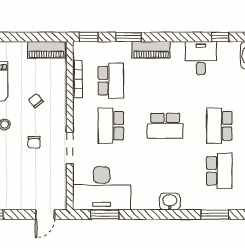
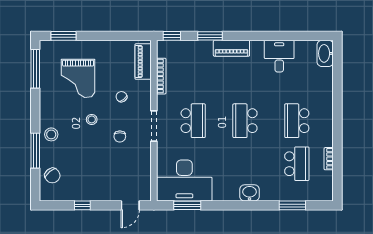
window: (220, 37) -> (298, 36), removed
piano: (46, 50) -> (143, 62), moved, turned 90
school desk: (111, 81) -> (193, 78), removed
school desk: (111, 126) -> (193, 121), turned 180
school desk: (165, 126) -> (245, 121), turned 90
doorway: (70, 148) -> (154, 126), moved

